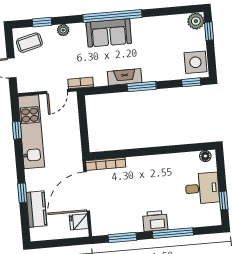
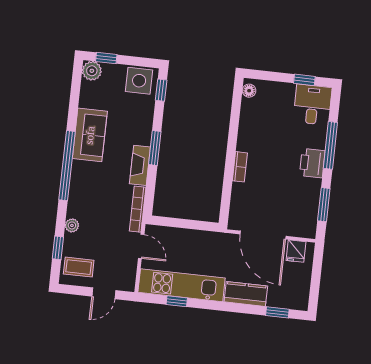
sofa: (109, 33) -> (90, 135), moved
coffee table: (29, 43) -> (79, 267), turned -76
bookcase: (81, 83) -> (138, 209), width x1.56
bookcase: (106, 164) -> (240, 167), moved, width x0.64
desk: (202, 188) -> (312, 105), moved
window: (22, 193) -> (277, 312), moved
kitchen counter: (36, 209) -> (246, 294), moved

